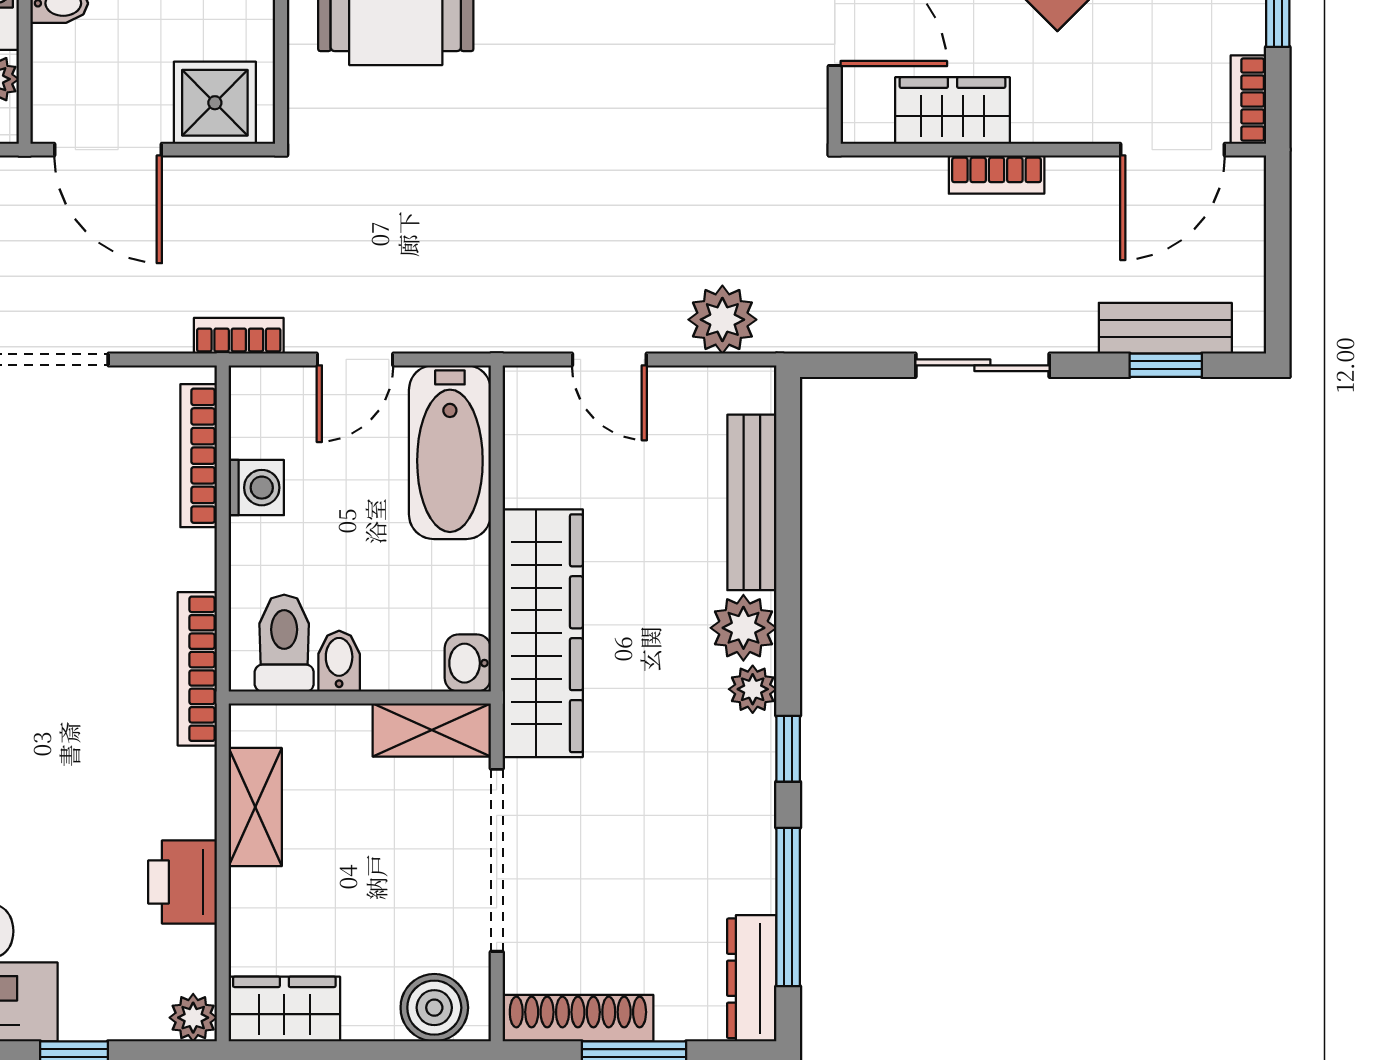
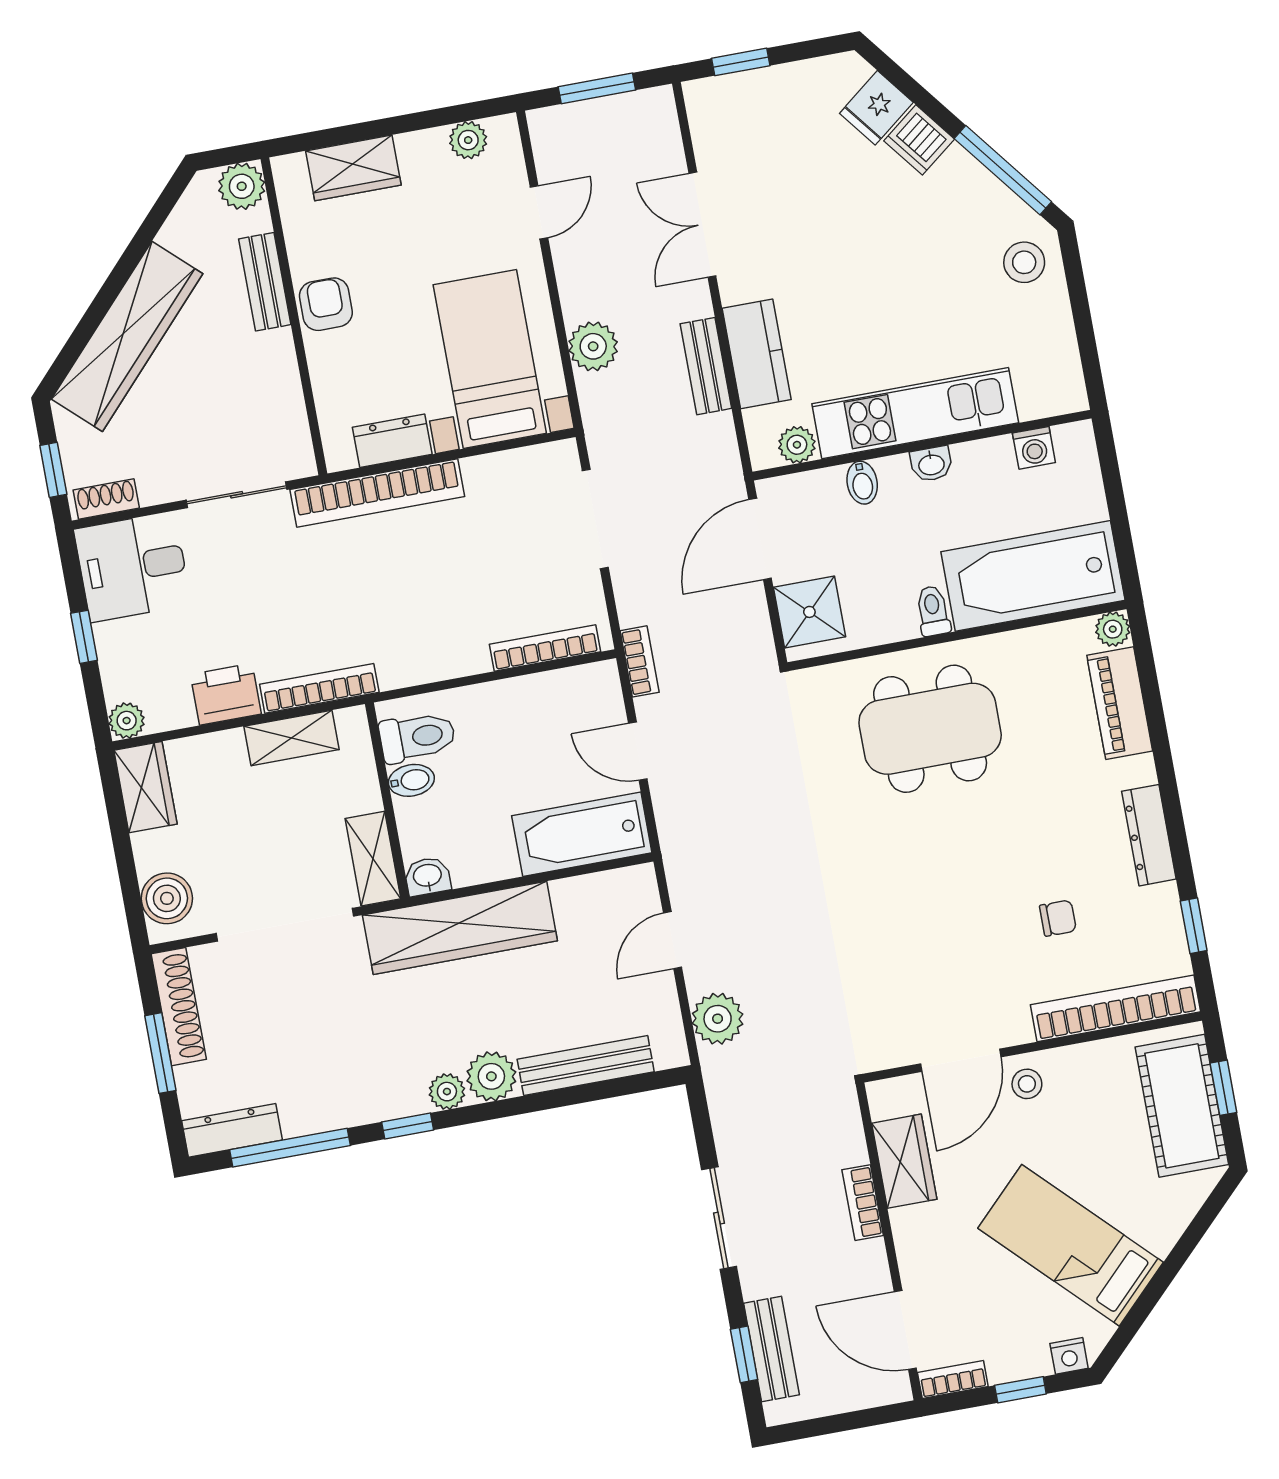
washing machine: (256, 488) -> (529, 695), removed
bookcase: (197, 669) -> (319, 688), moved

